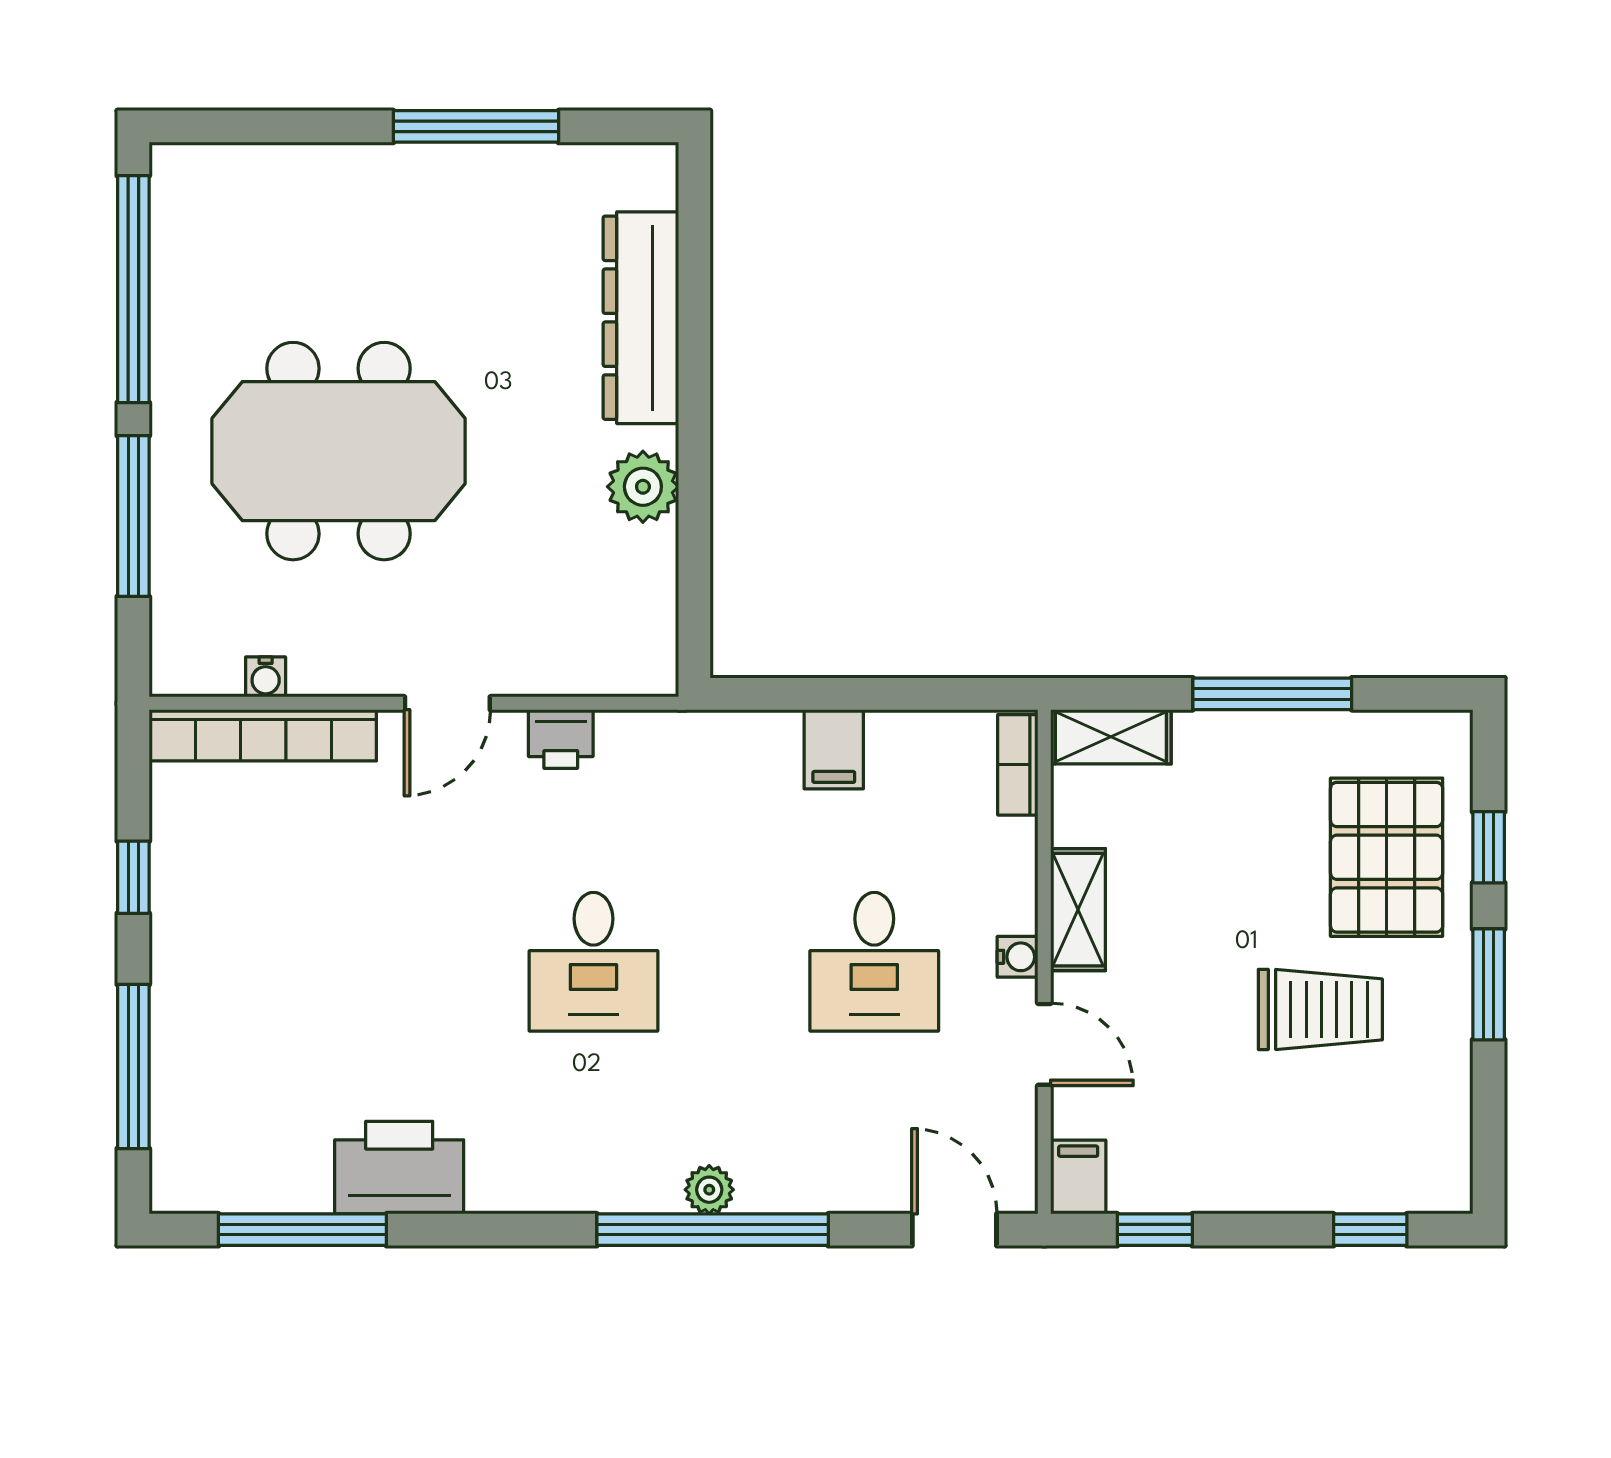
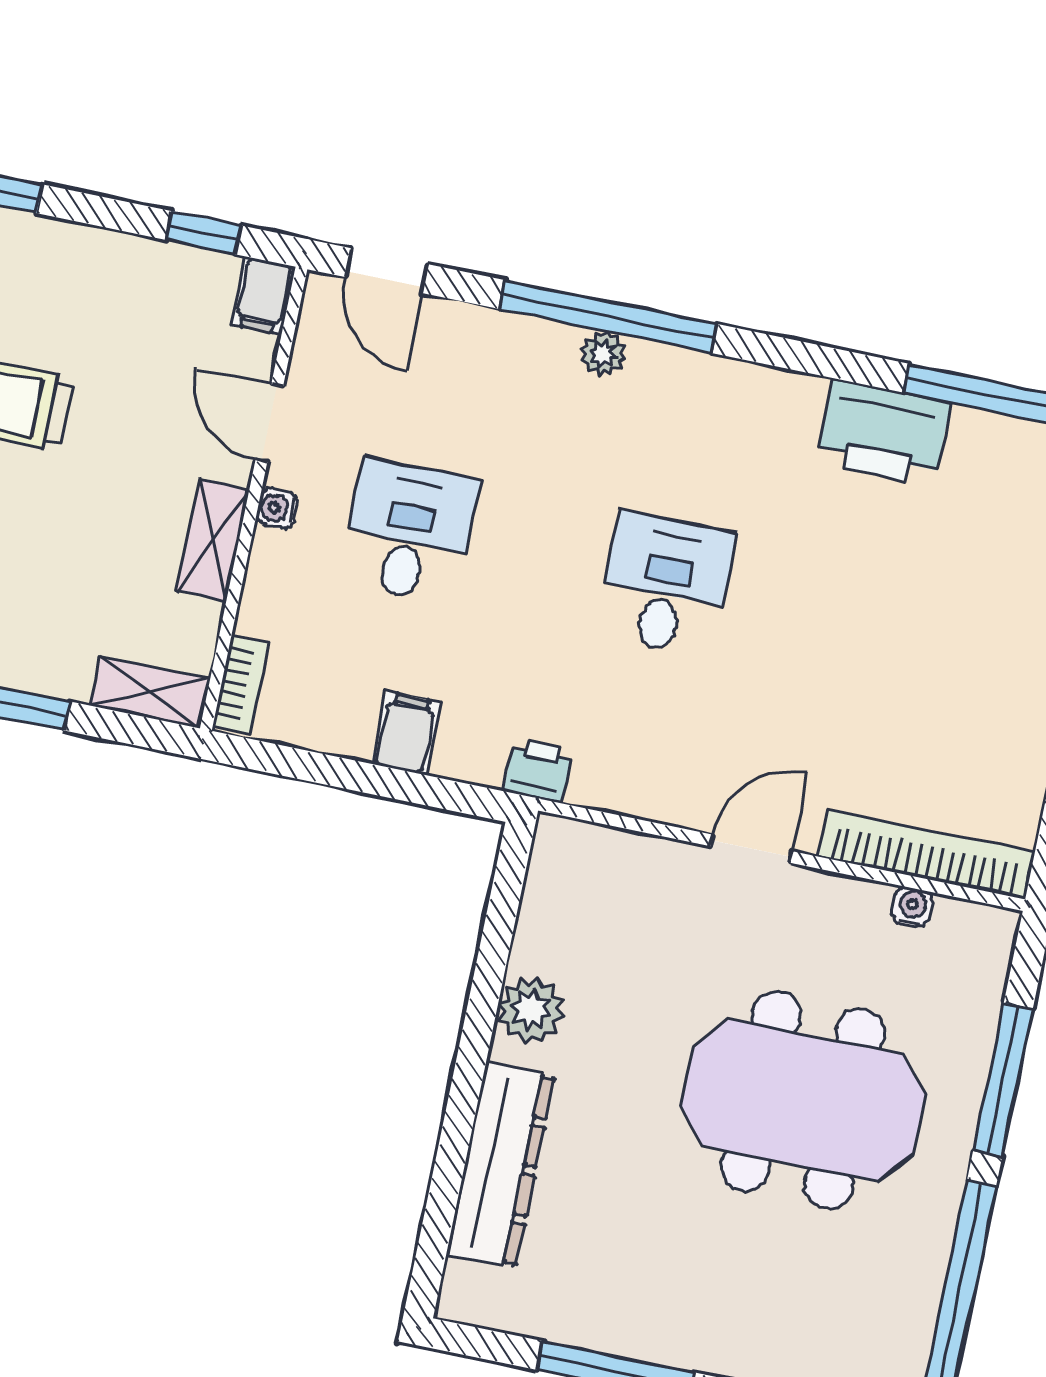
printer: (561, 739) -> (538, 771), moved

